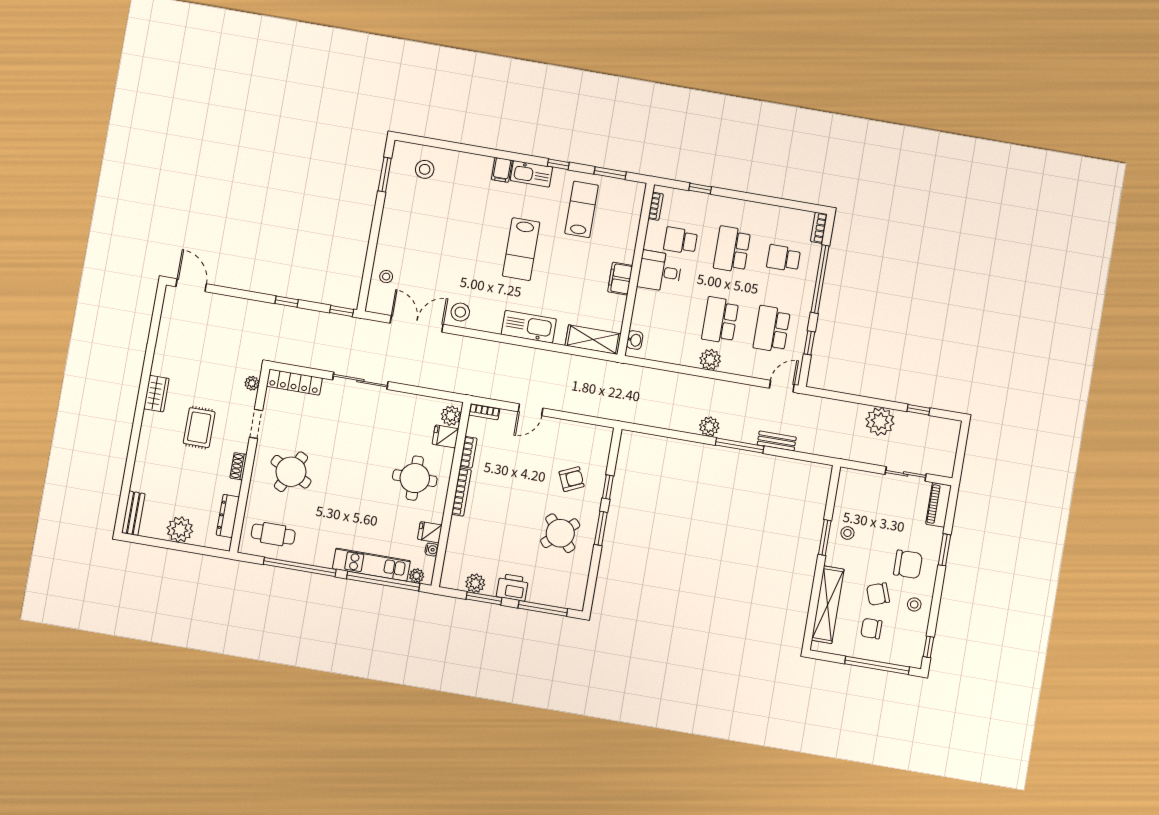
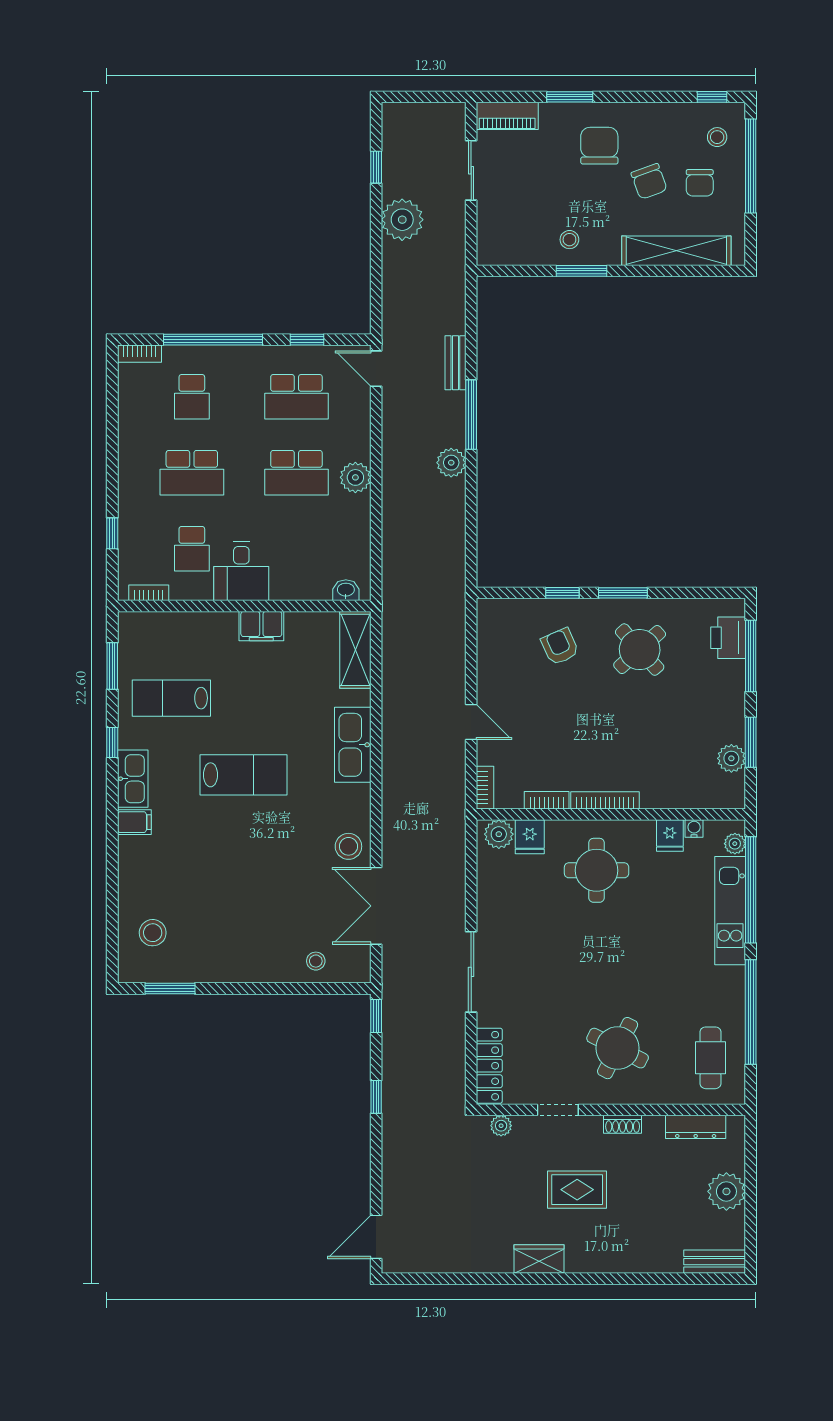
printer: (512, 587) -> (728, 638), moved
stool: (914, 604) -> (717, 137), moved

